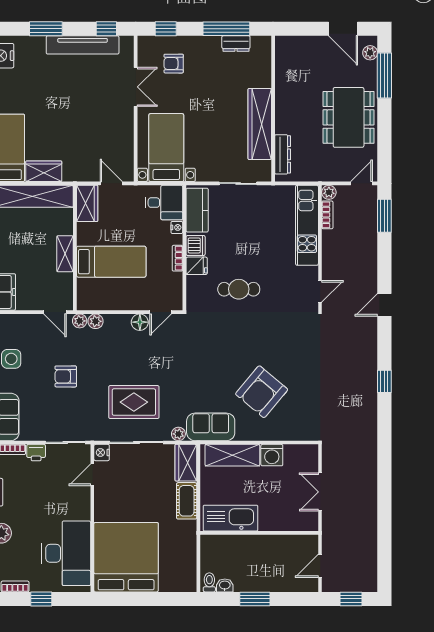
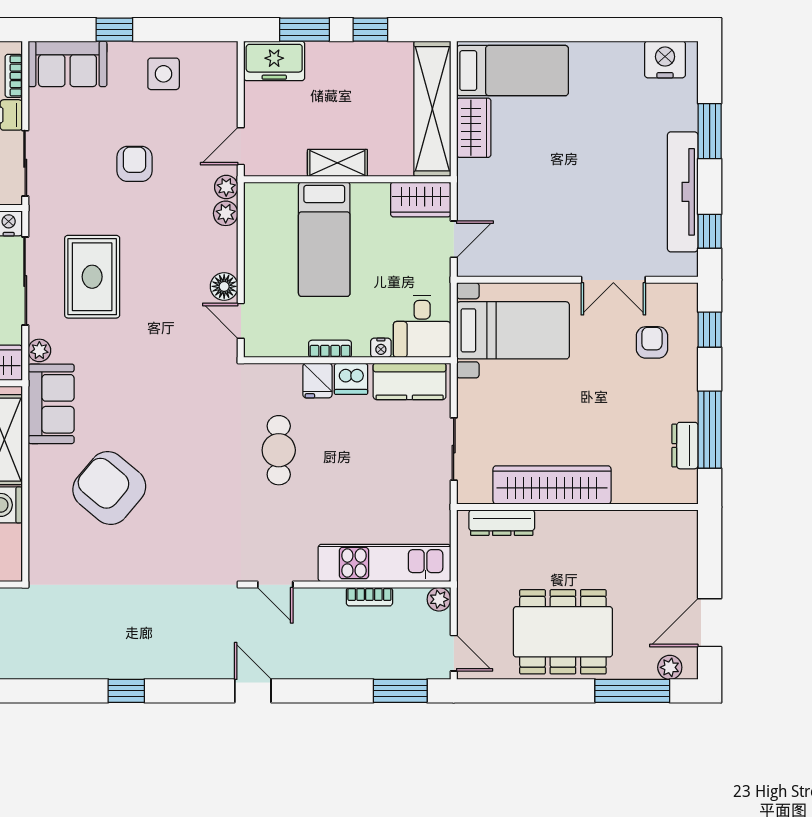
bookcase: (327, 215) -> (369, 597), moved

